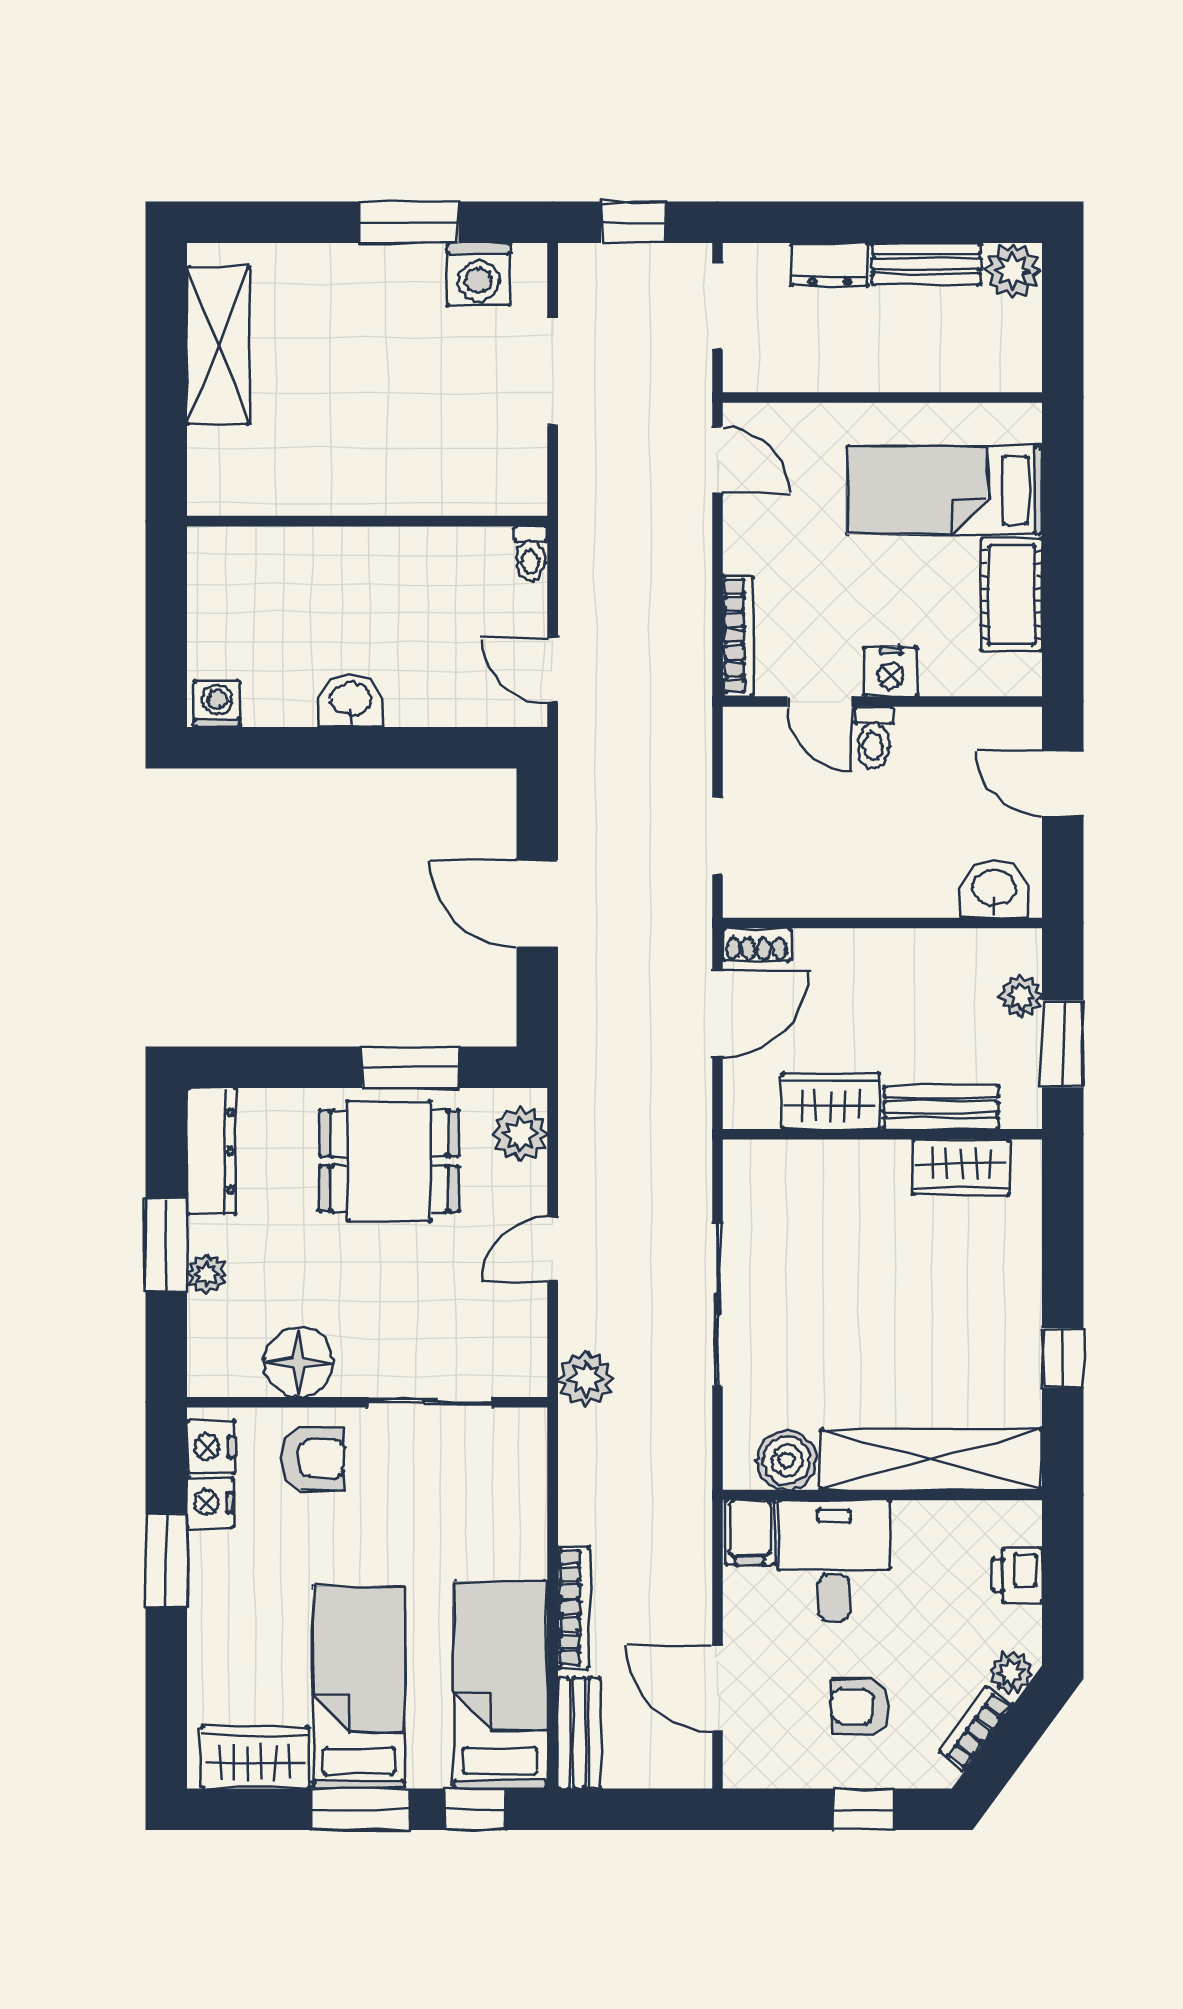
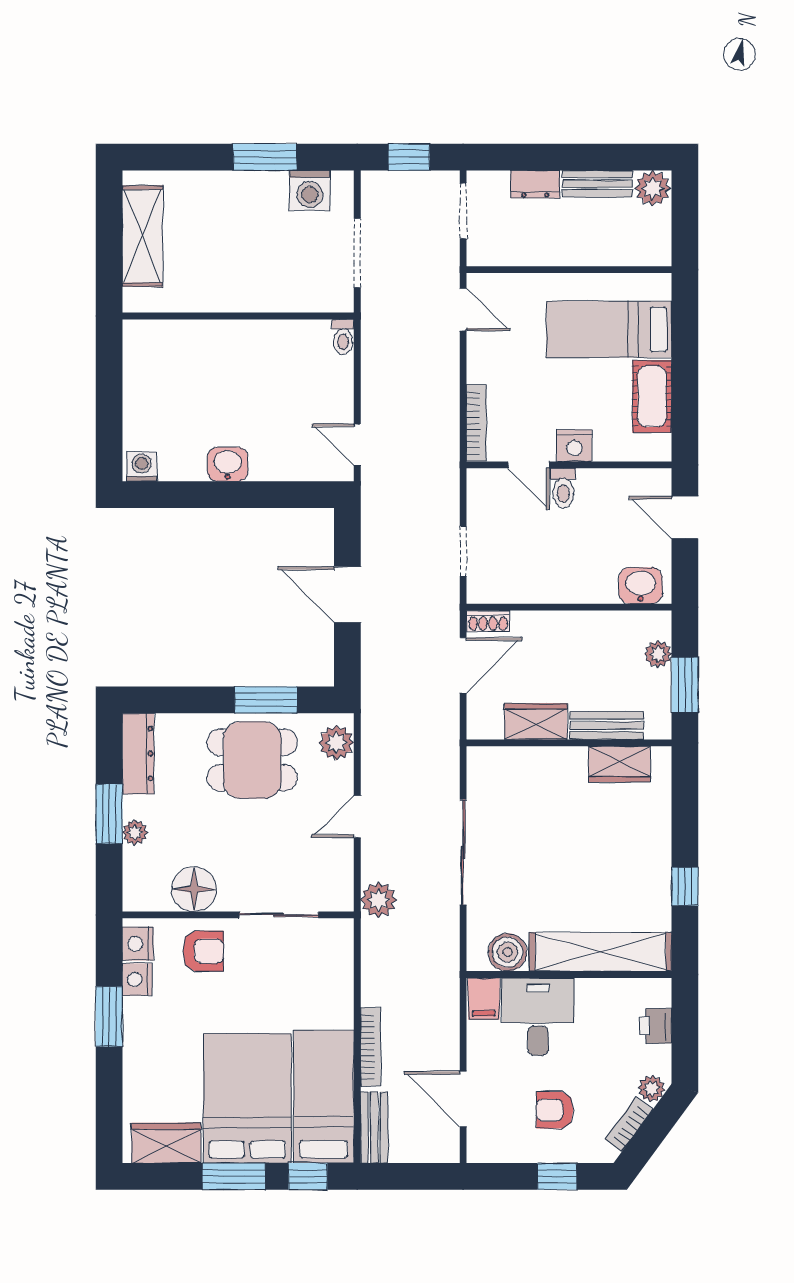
wall: (367, 521) -> (238, 316), moved
toilet: (531, 554) -> (343, 337), moved
bed: (359, 1688) -> (247, 1098), width x1.50

